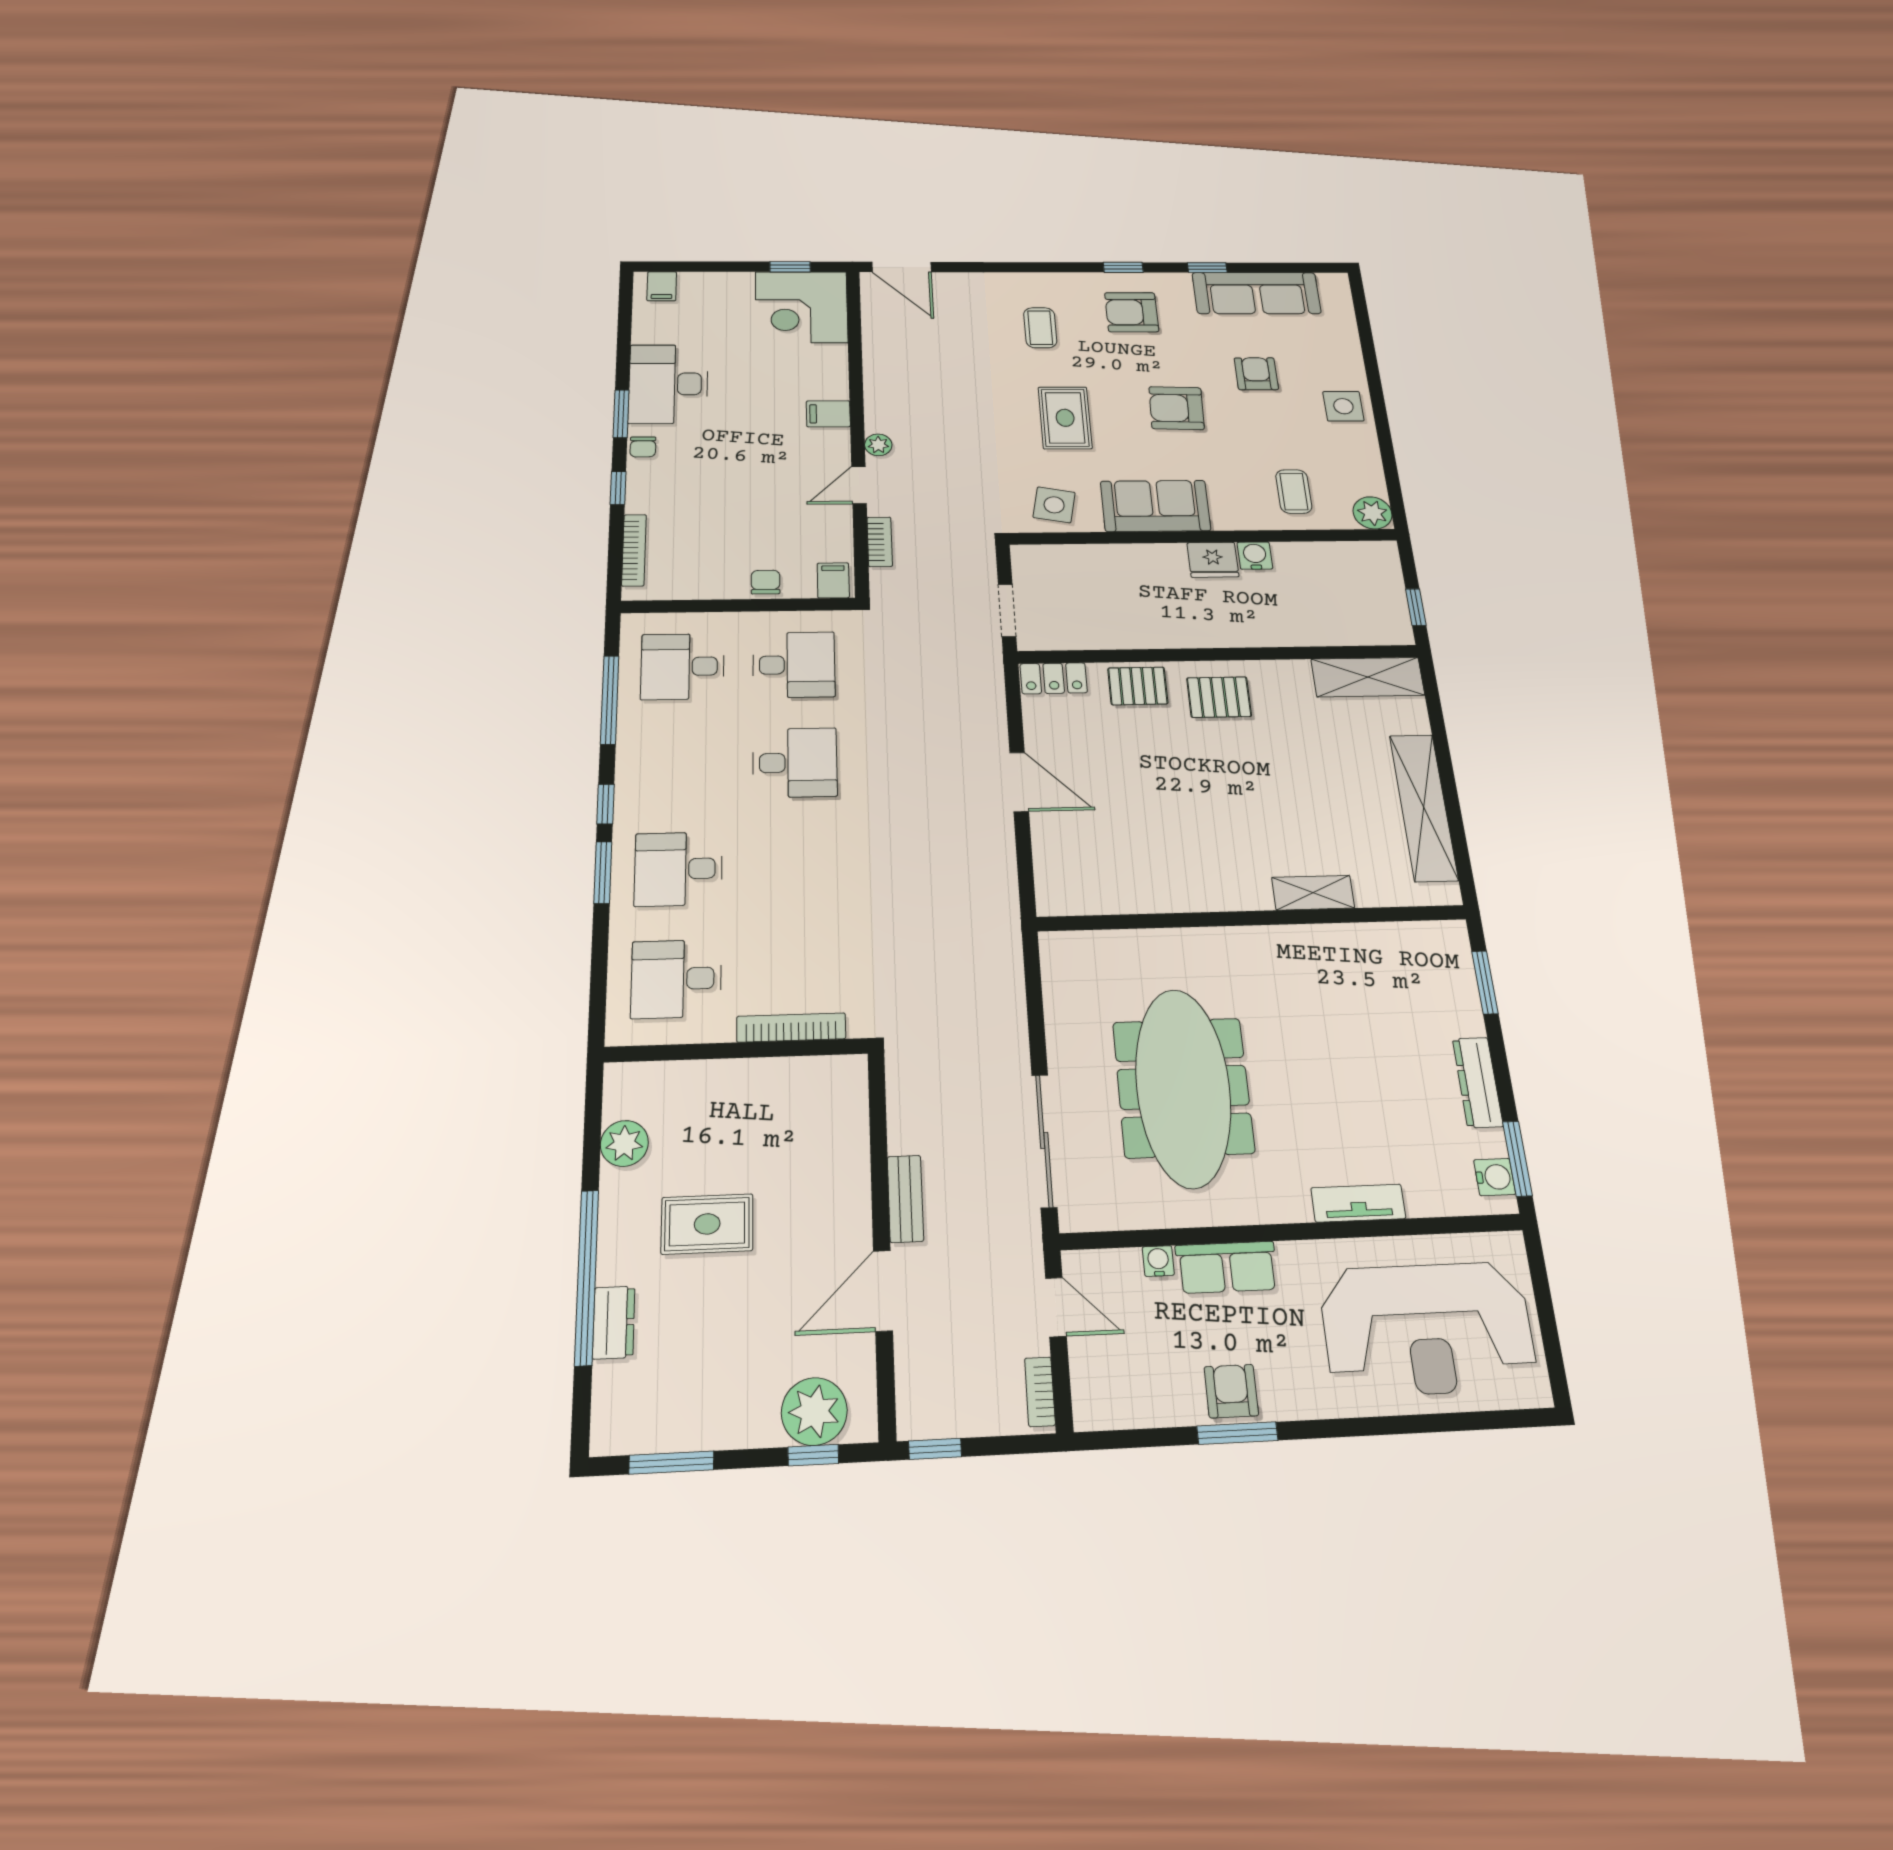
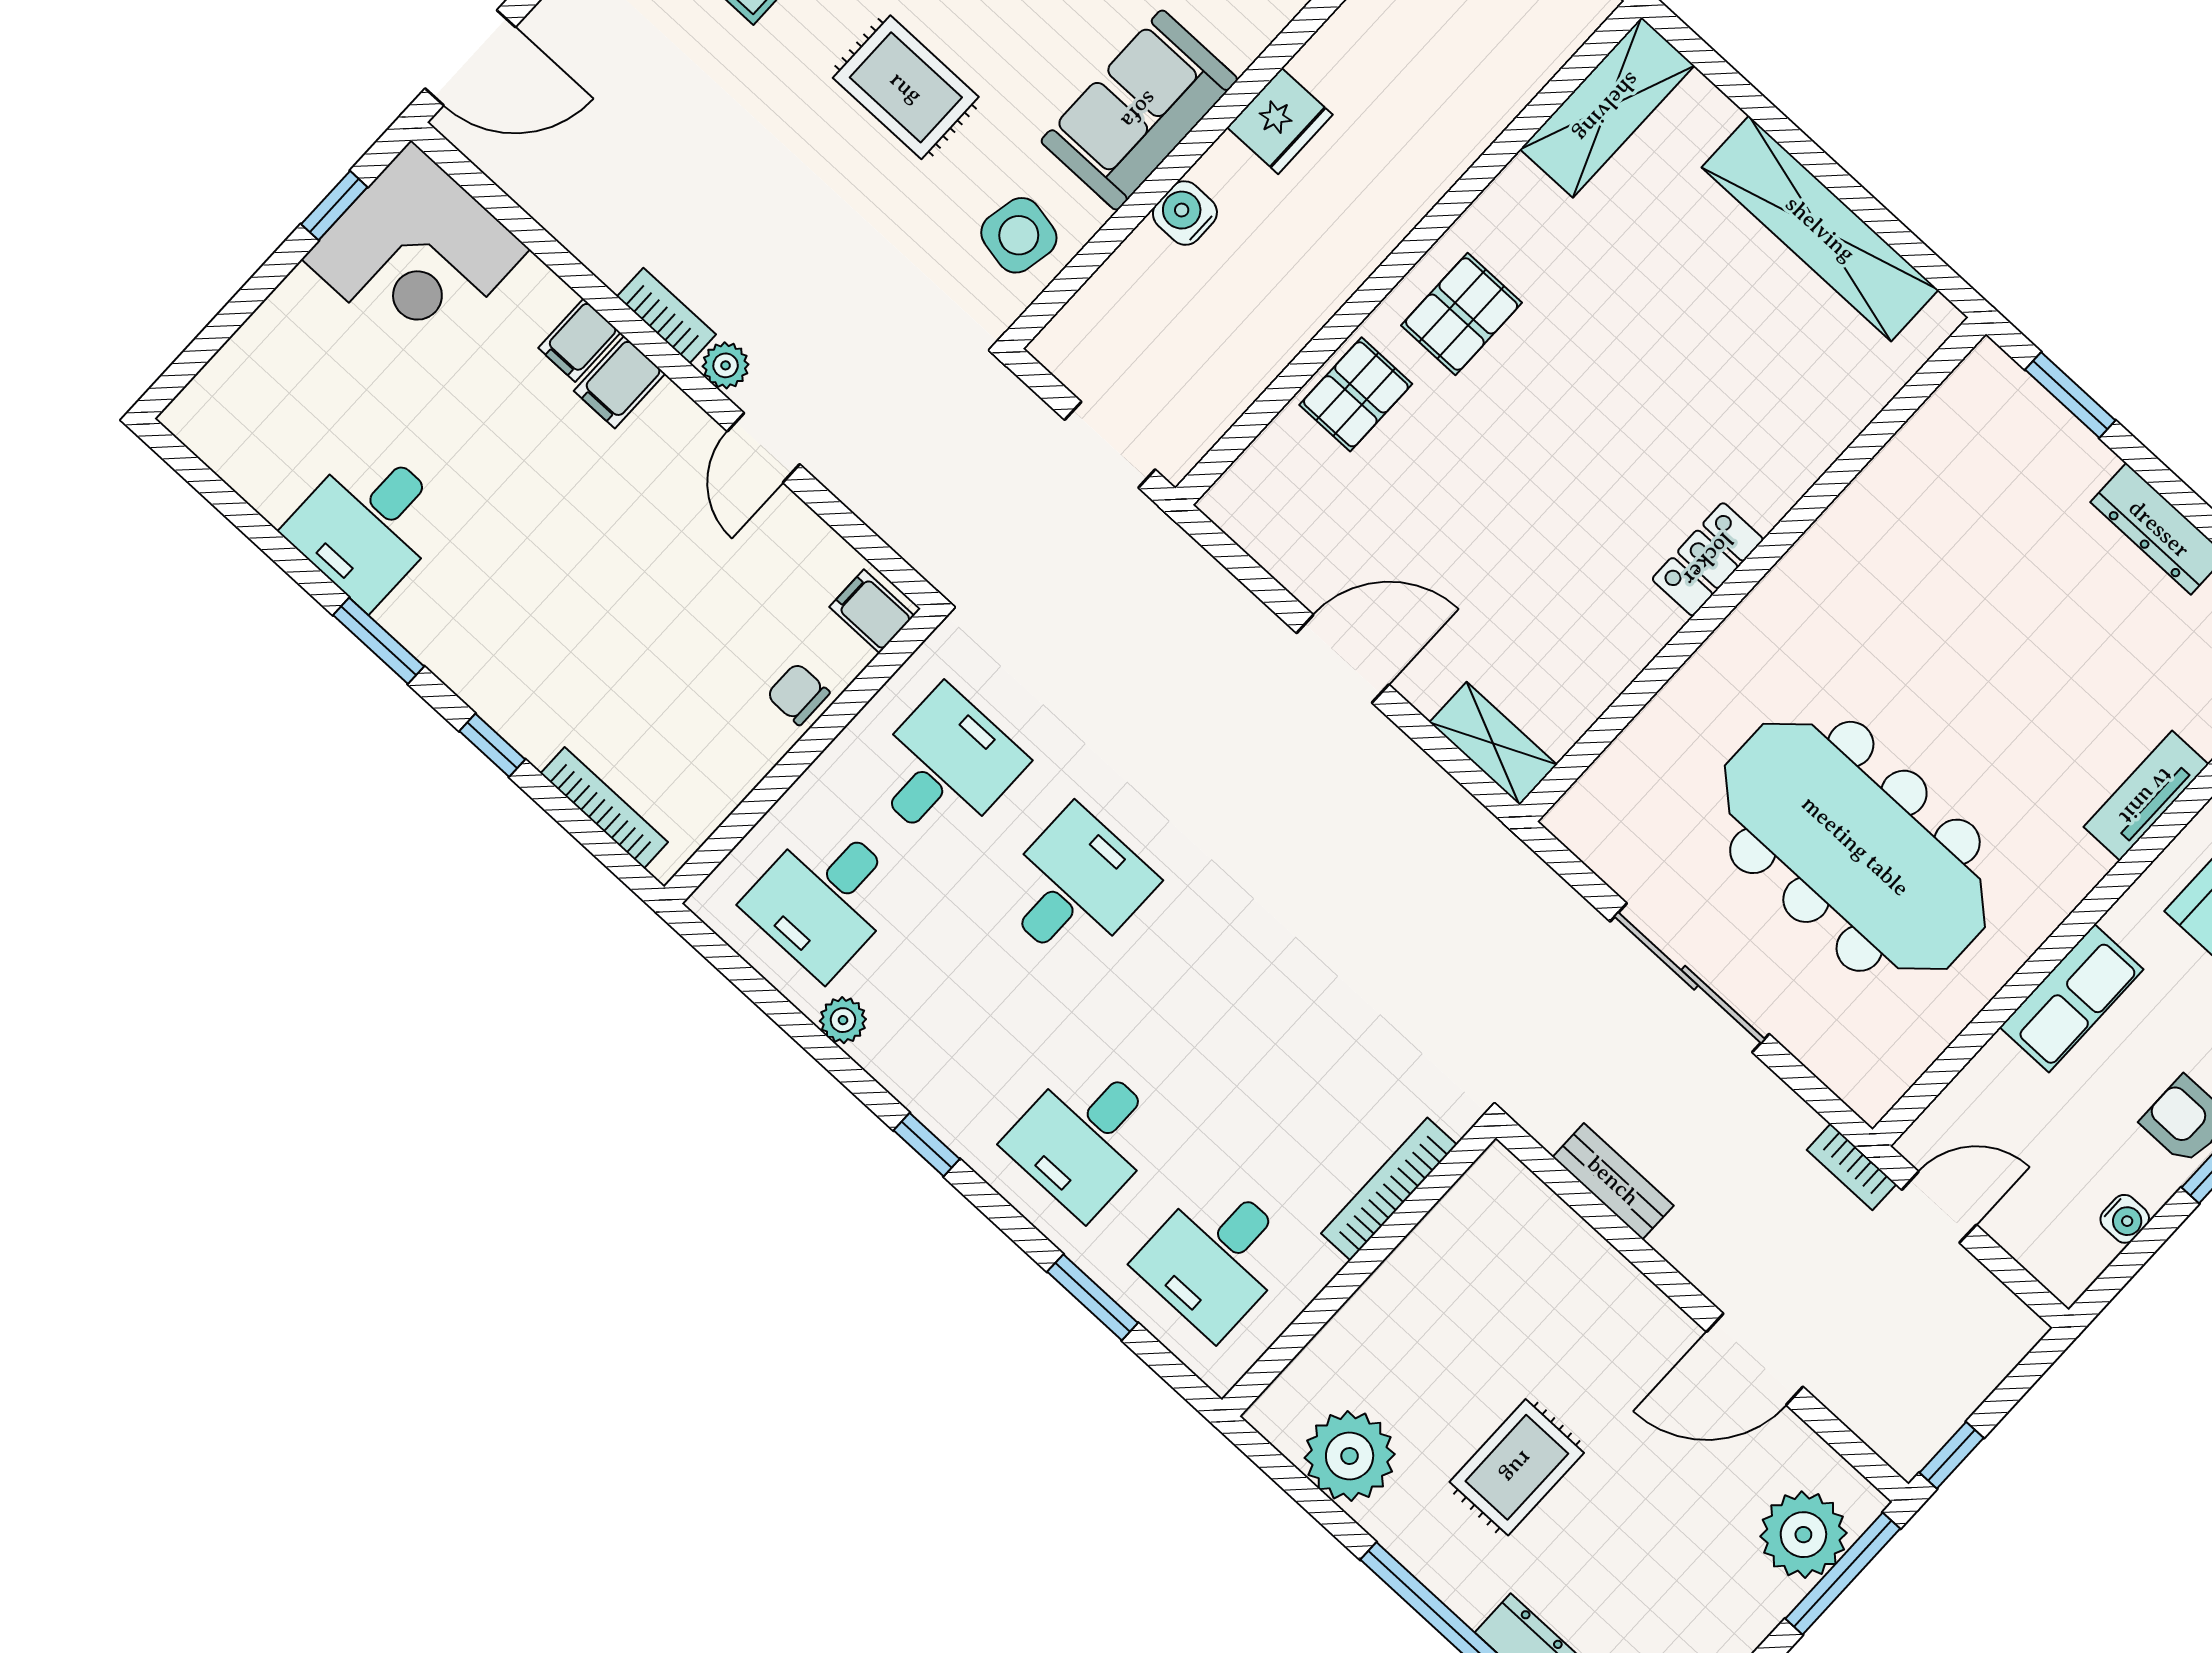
filing cabinet: (662, 286) -> (579, 340), moved, turned 90
desk: (668, 384) -> (368, 524), width x0.73
chair: (643, 447) -> (457, 660), removed
bookcase: (880, 542) -> (666, 316), moved
water cooler: (1255, 556) -> (1185, 213), moved
locker: (1054, 678) -> (1708, 559), moved, turned 180
window: (610, 700) -> (792, 1020), removed
plant: (631, 720) -> (843, 1020), added
window: (603, 872) -> (1093, 1297), moved
shelving: (1313, 893) -> (1493, 743), moved, turned 90
sliding door: (1044, 1141) -> (1690, 978), moved
plant: (624, 1143) -> (1350, 1456), width x1.36, depth x1.36
bench: (905, 1199) -> (1613, 1181), moved
water cooler: (1158, 1261) -> (2125, 1219), moved, turned 180
door: (883, 1291) -> (1755, 1359), hinge flipped
bookcase: (1040, 1392) -> (1852, 1167), moved
window: (813, 1455) -> (1843, 1574), width x2.17

